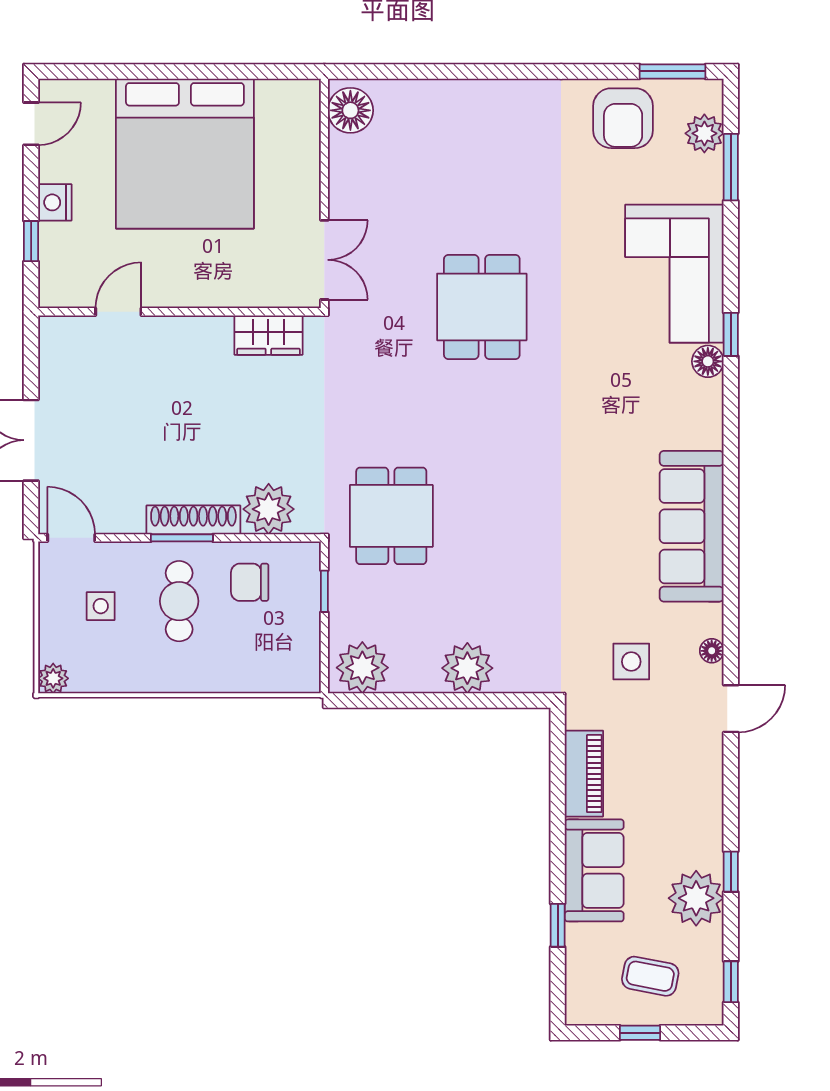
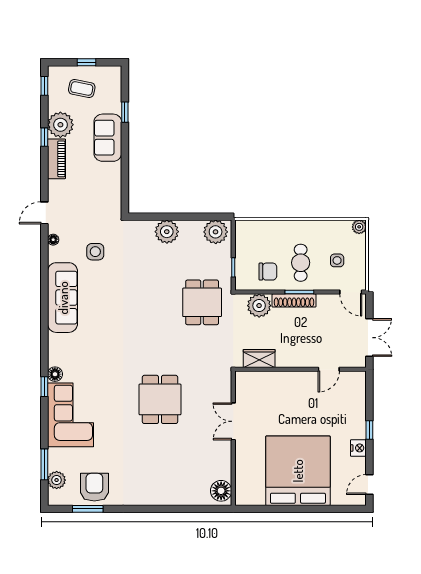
window: (672, 71) -> (88, 509), moved
door: (118, 312) -> (329, 369), moved
wall: (179, 312) -> (300, 369), moved
wardrobe: (268, 335) -> (259, 358), moved
side table: (631, 662) -> (95, 252), moved
piano: (584, 774) -> (57, 159), moved, turned 180

